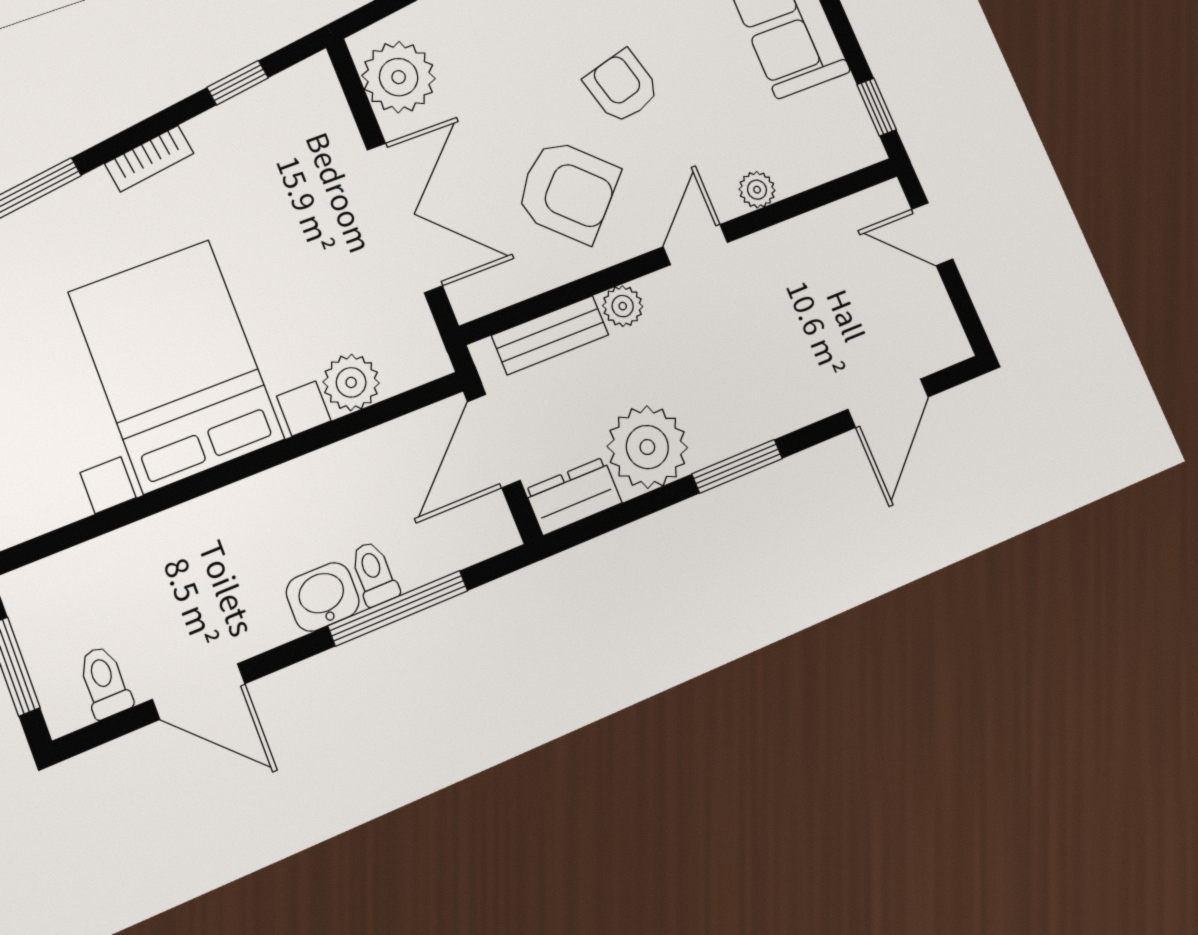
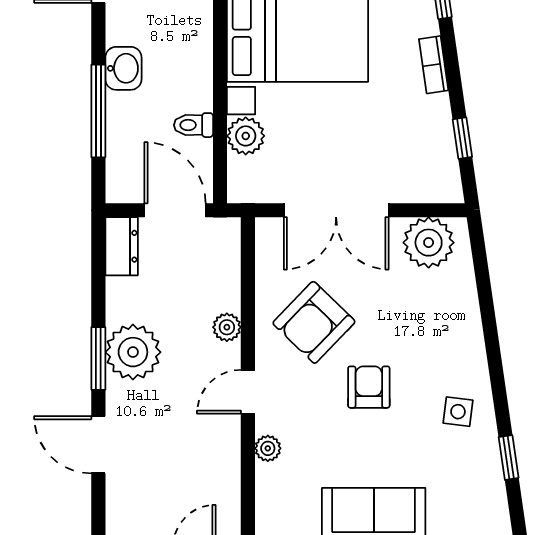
armchair: (622, 87) -> (369, 387), turned -75
door: (695, 245) -> (248, 392), swing flipped
bench: (550, 335) -> (227, 273), removed
door: (888, 403) -> (98, 445), moved
plant: (647, 447) -> (133, 352), moved
toilet: (374, 573) -> (194, 125), moved, turned 180

